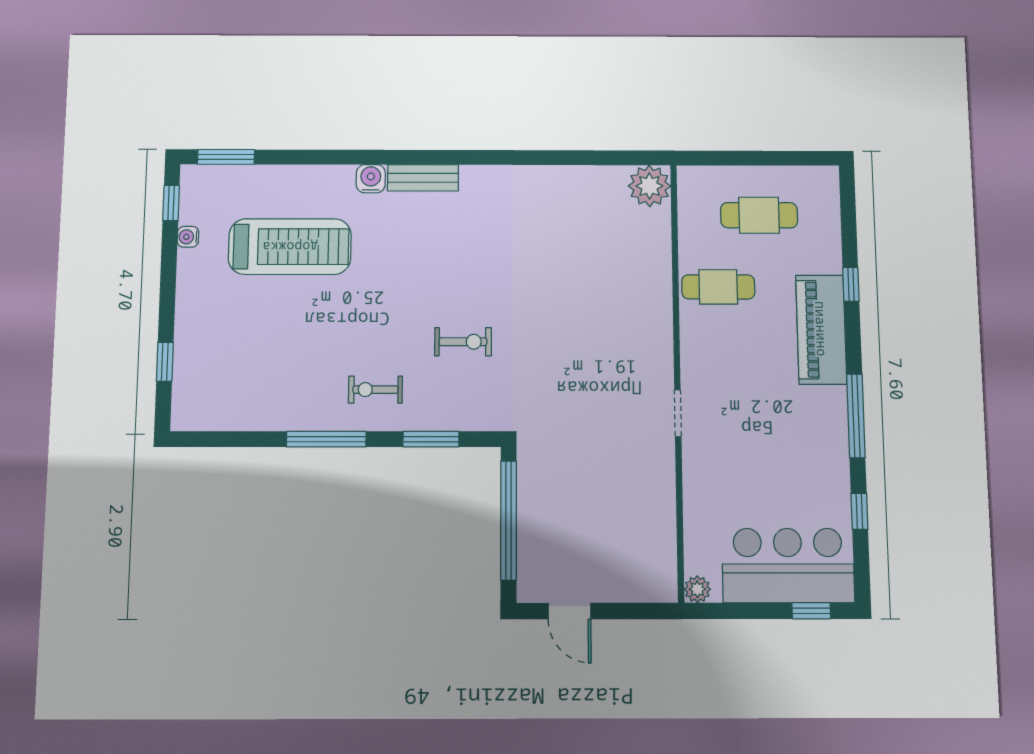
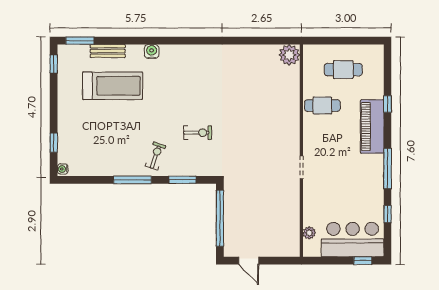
bench: (423, 178) -> (108, 51), moved
water cooler: (188, 237) -> (63, 169), moved
exercise bike: (375, 390) -> (156, 156), turned 109
plant: (697, 589) -> (309, 233), moved

